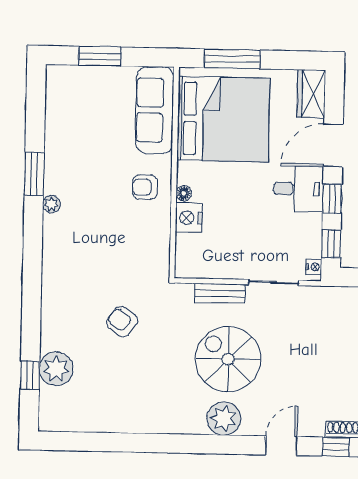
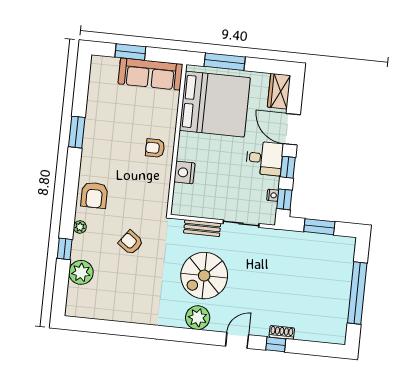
sofa: (155, 110) -> (150, 74), moved, turned -90
door: (333, 145) -> (292, 129), hinge flipped
floor lamp: (184, 193) -> (182, 155), removed
plant: (52, 204) -> (80, 227), moved
armchair: (66, 260) -> (94, 195), added
nightstand: (314, 267) -> (273, 195), moved
spiral stairs: (228, 359) -> (204, 276), turned -90
window: (30, 375) -> (65, 249), moved

